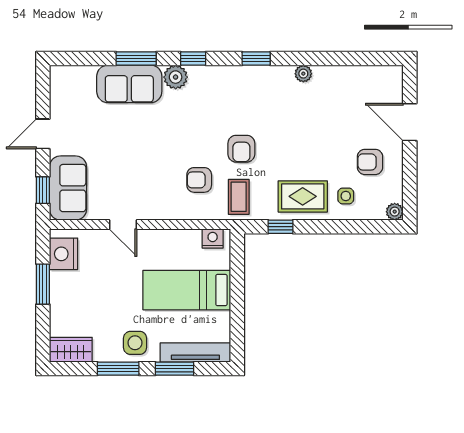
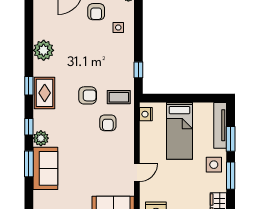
plant: (303, 74) -> (44, 50), width x1.88, depth x1.88
rug: (303, 196) -> (45, 93), moved

